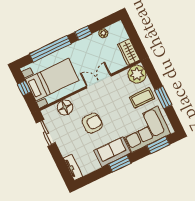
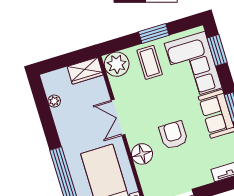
window: (83, 33) -> (49, 128), removed
floor lamp: (65, 107) -> (142, 154), moved

